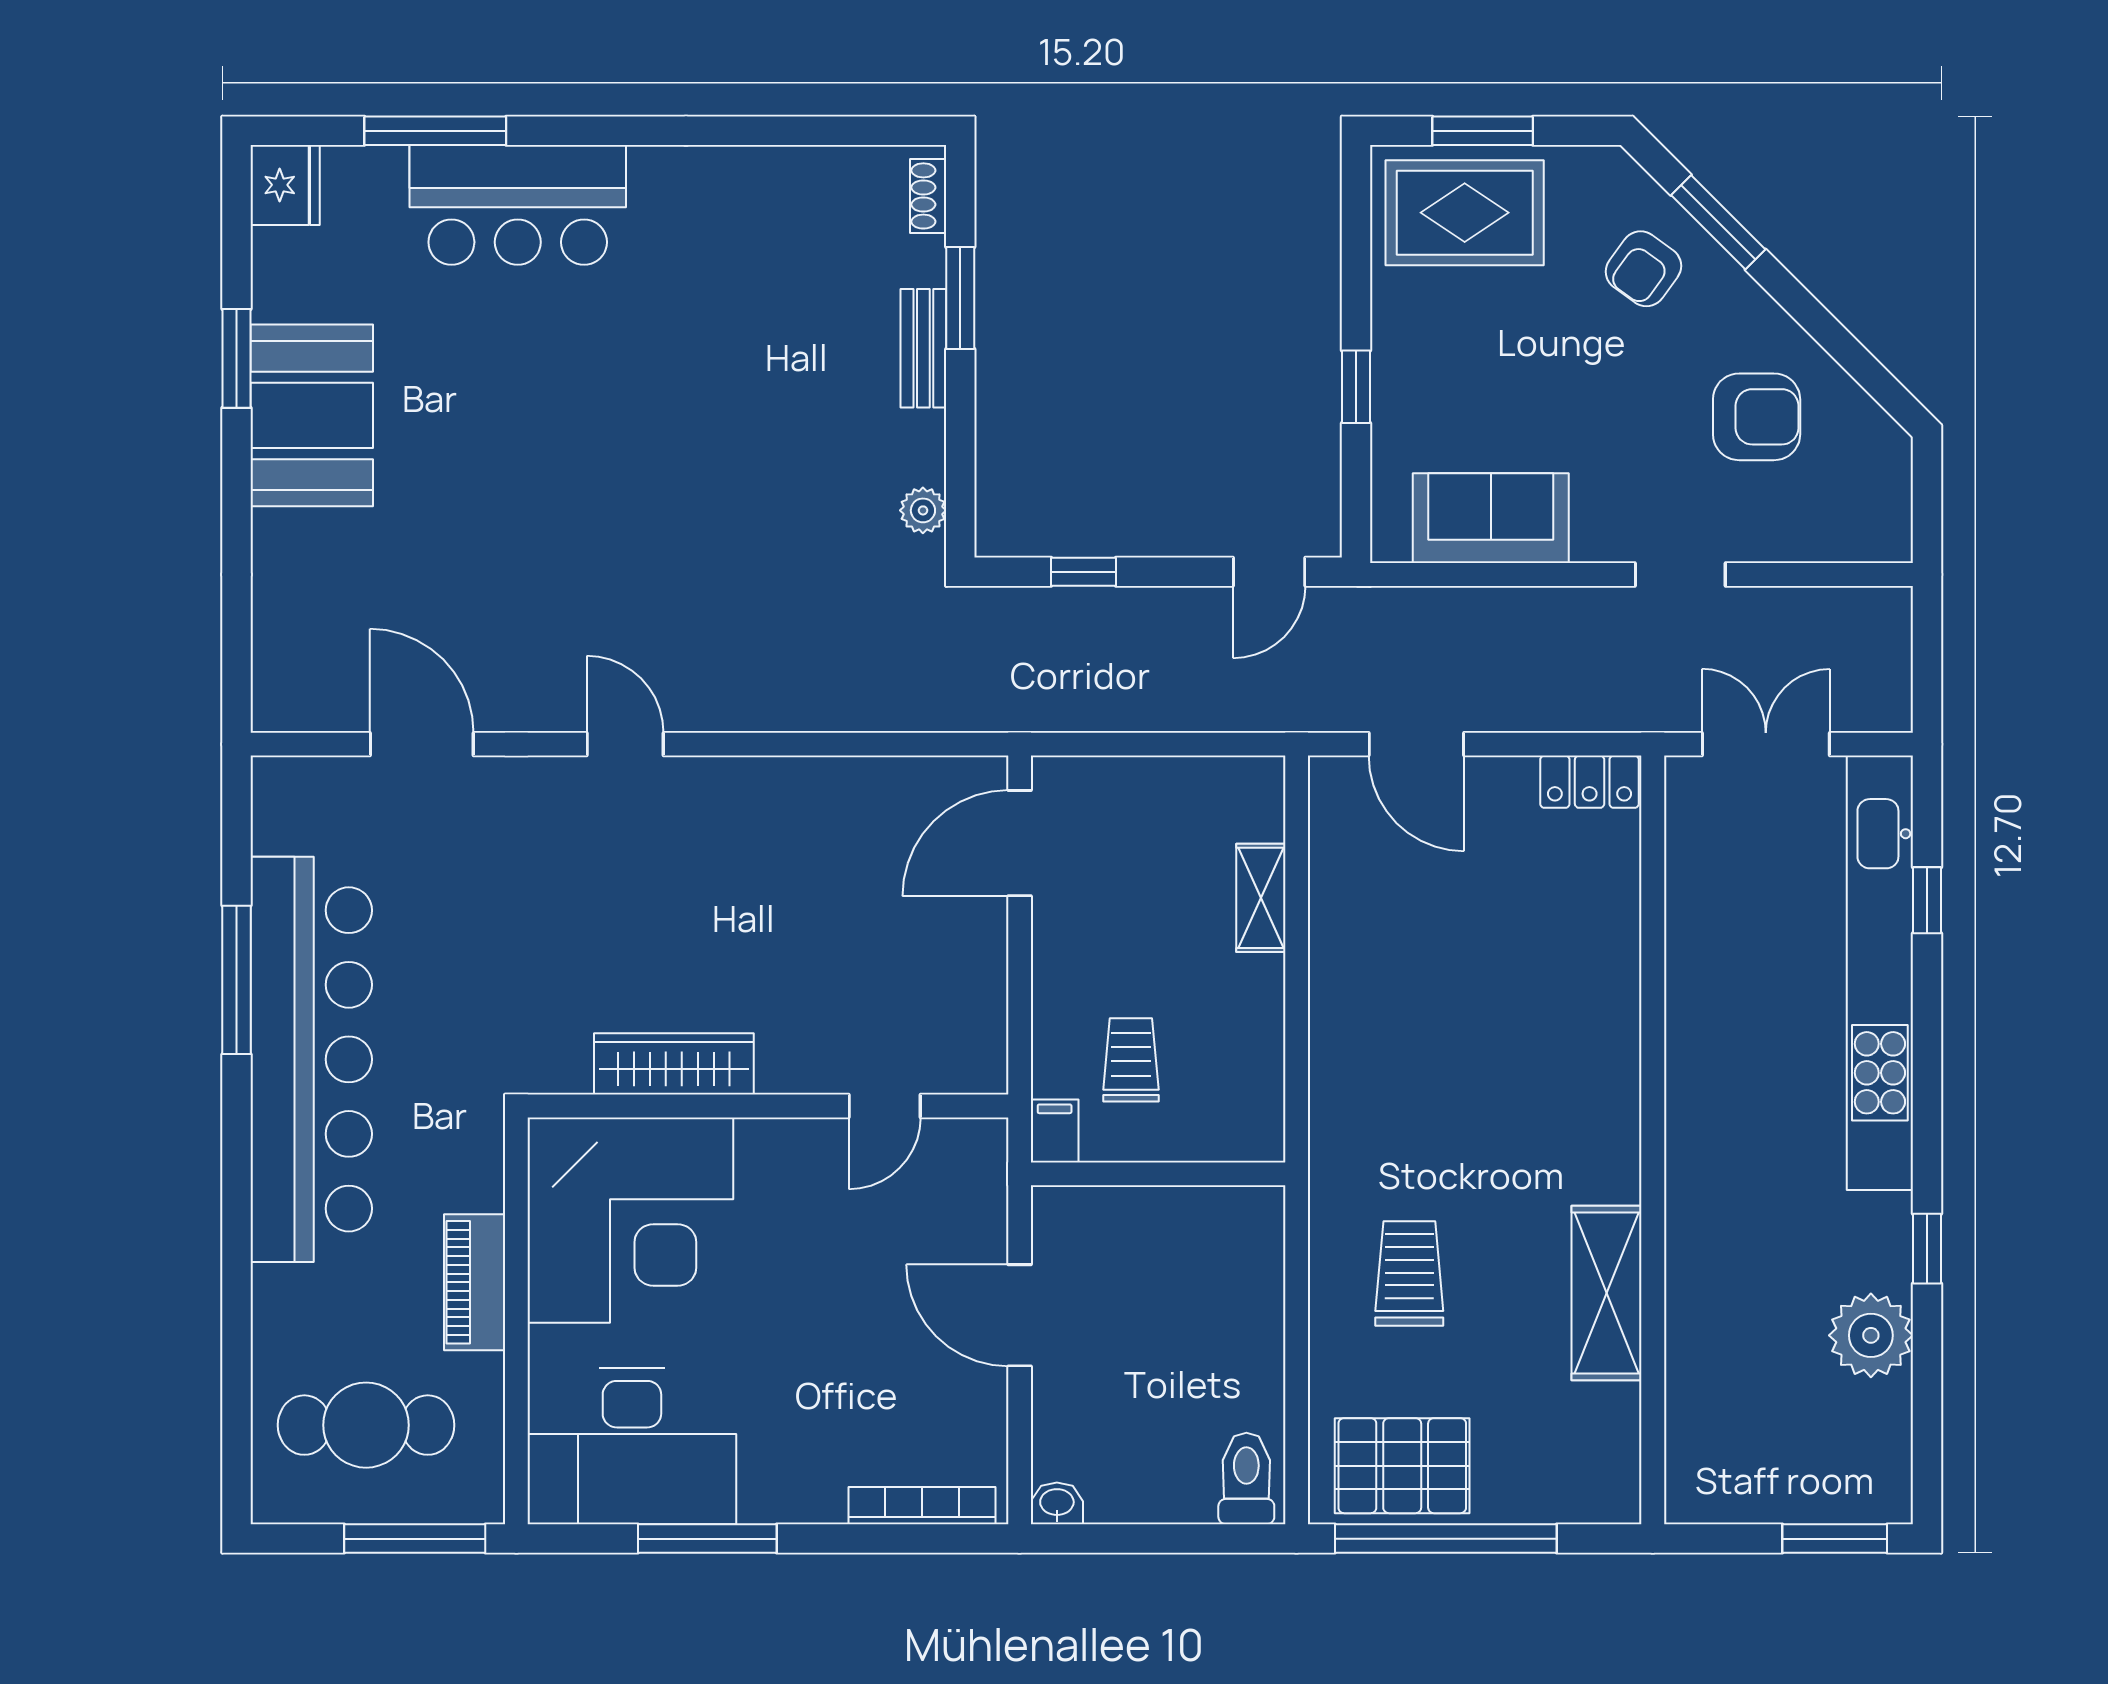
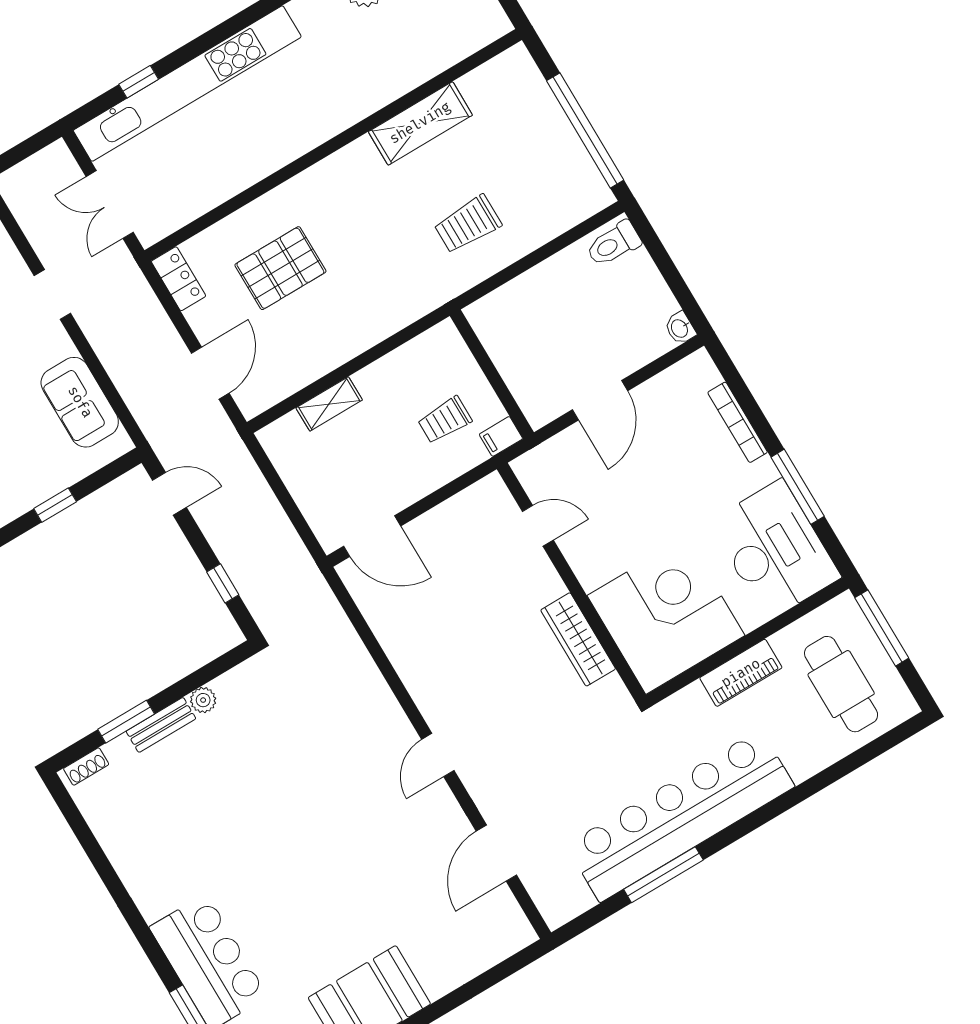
plant: (923, 510) -> (203, 700), moved
pallet: (1402, 1466) -> (280, 268), moved, turned 90
bookcase: (922, 1506) -> (738, 422), moved

